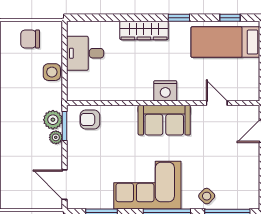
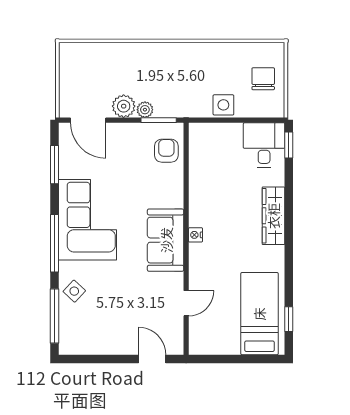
window: (179, 18) -> (289, 145), moved
desk: (85, 53) -> (264, 145), moved
nightstand: (165, 91) -> (195, 235), width x0.53, depth x0.56
plant: (53, 120) -> (124, 106), moved
door: (65, 185) -> (88, 120), swing flipped

